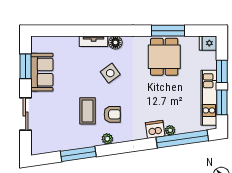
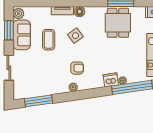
plant: (38, 45) -> (18, 14), added
coffee table: (88, 111) -> (49, 40), moved
window: (78, 154) -> (38, 101), moved

